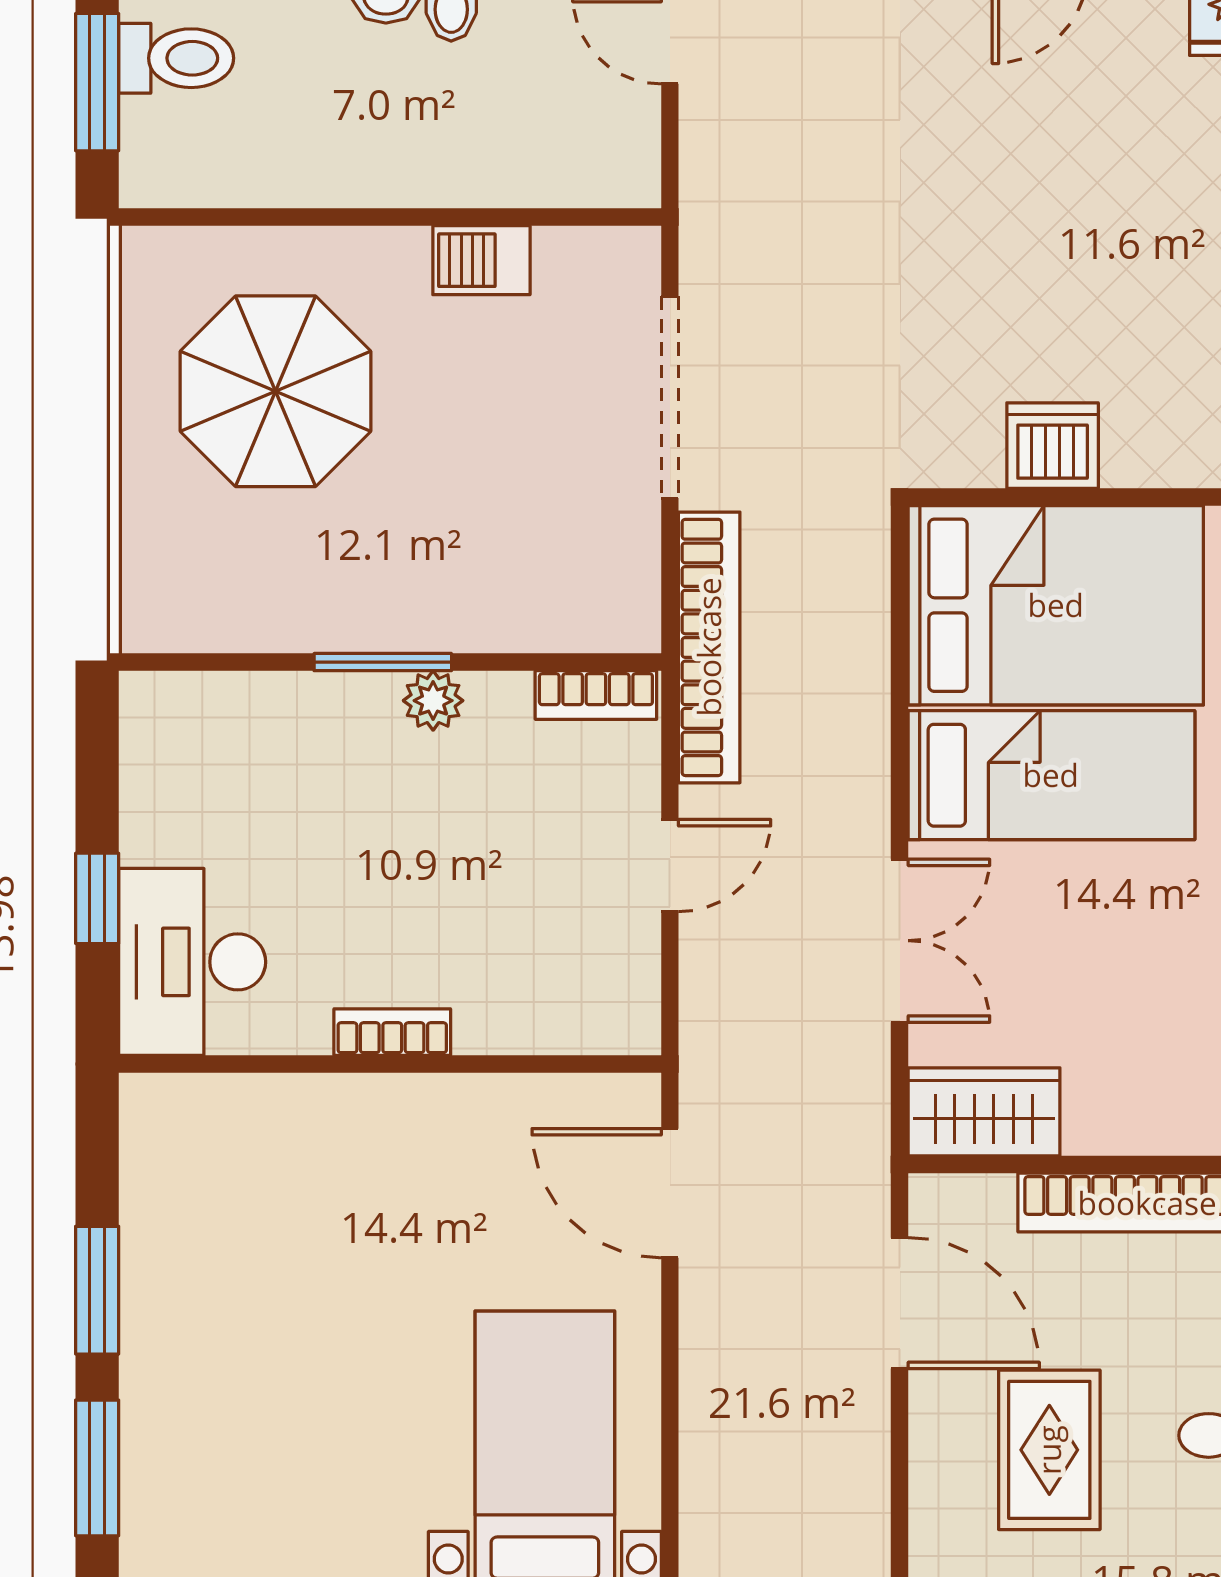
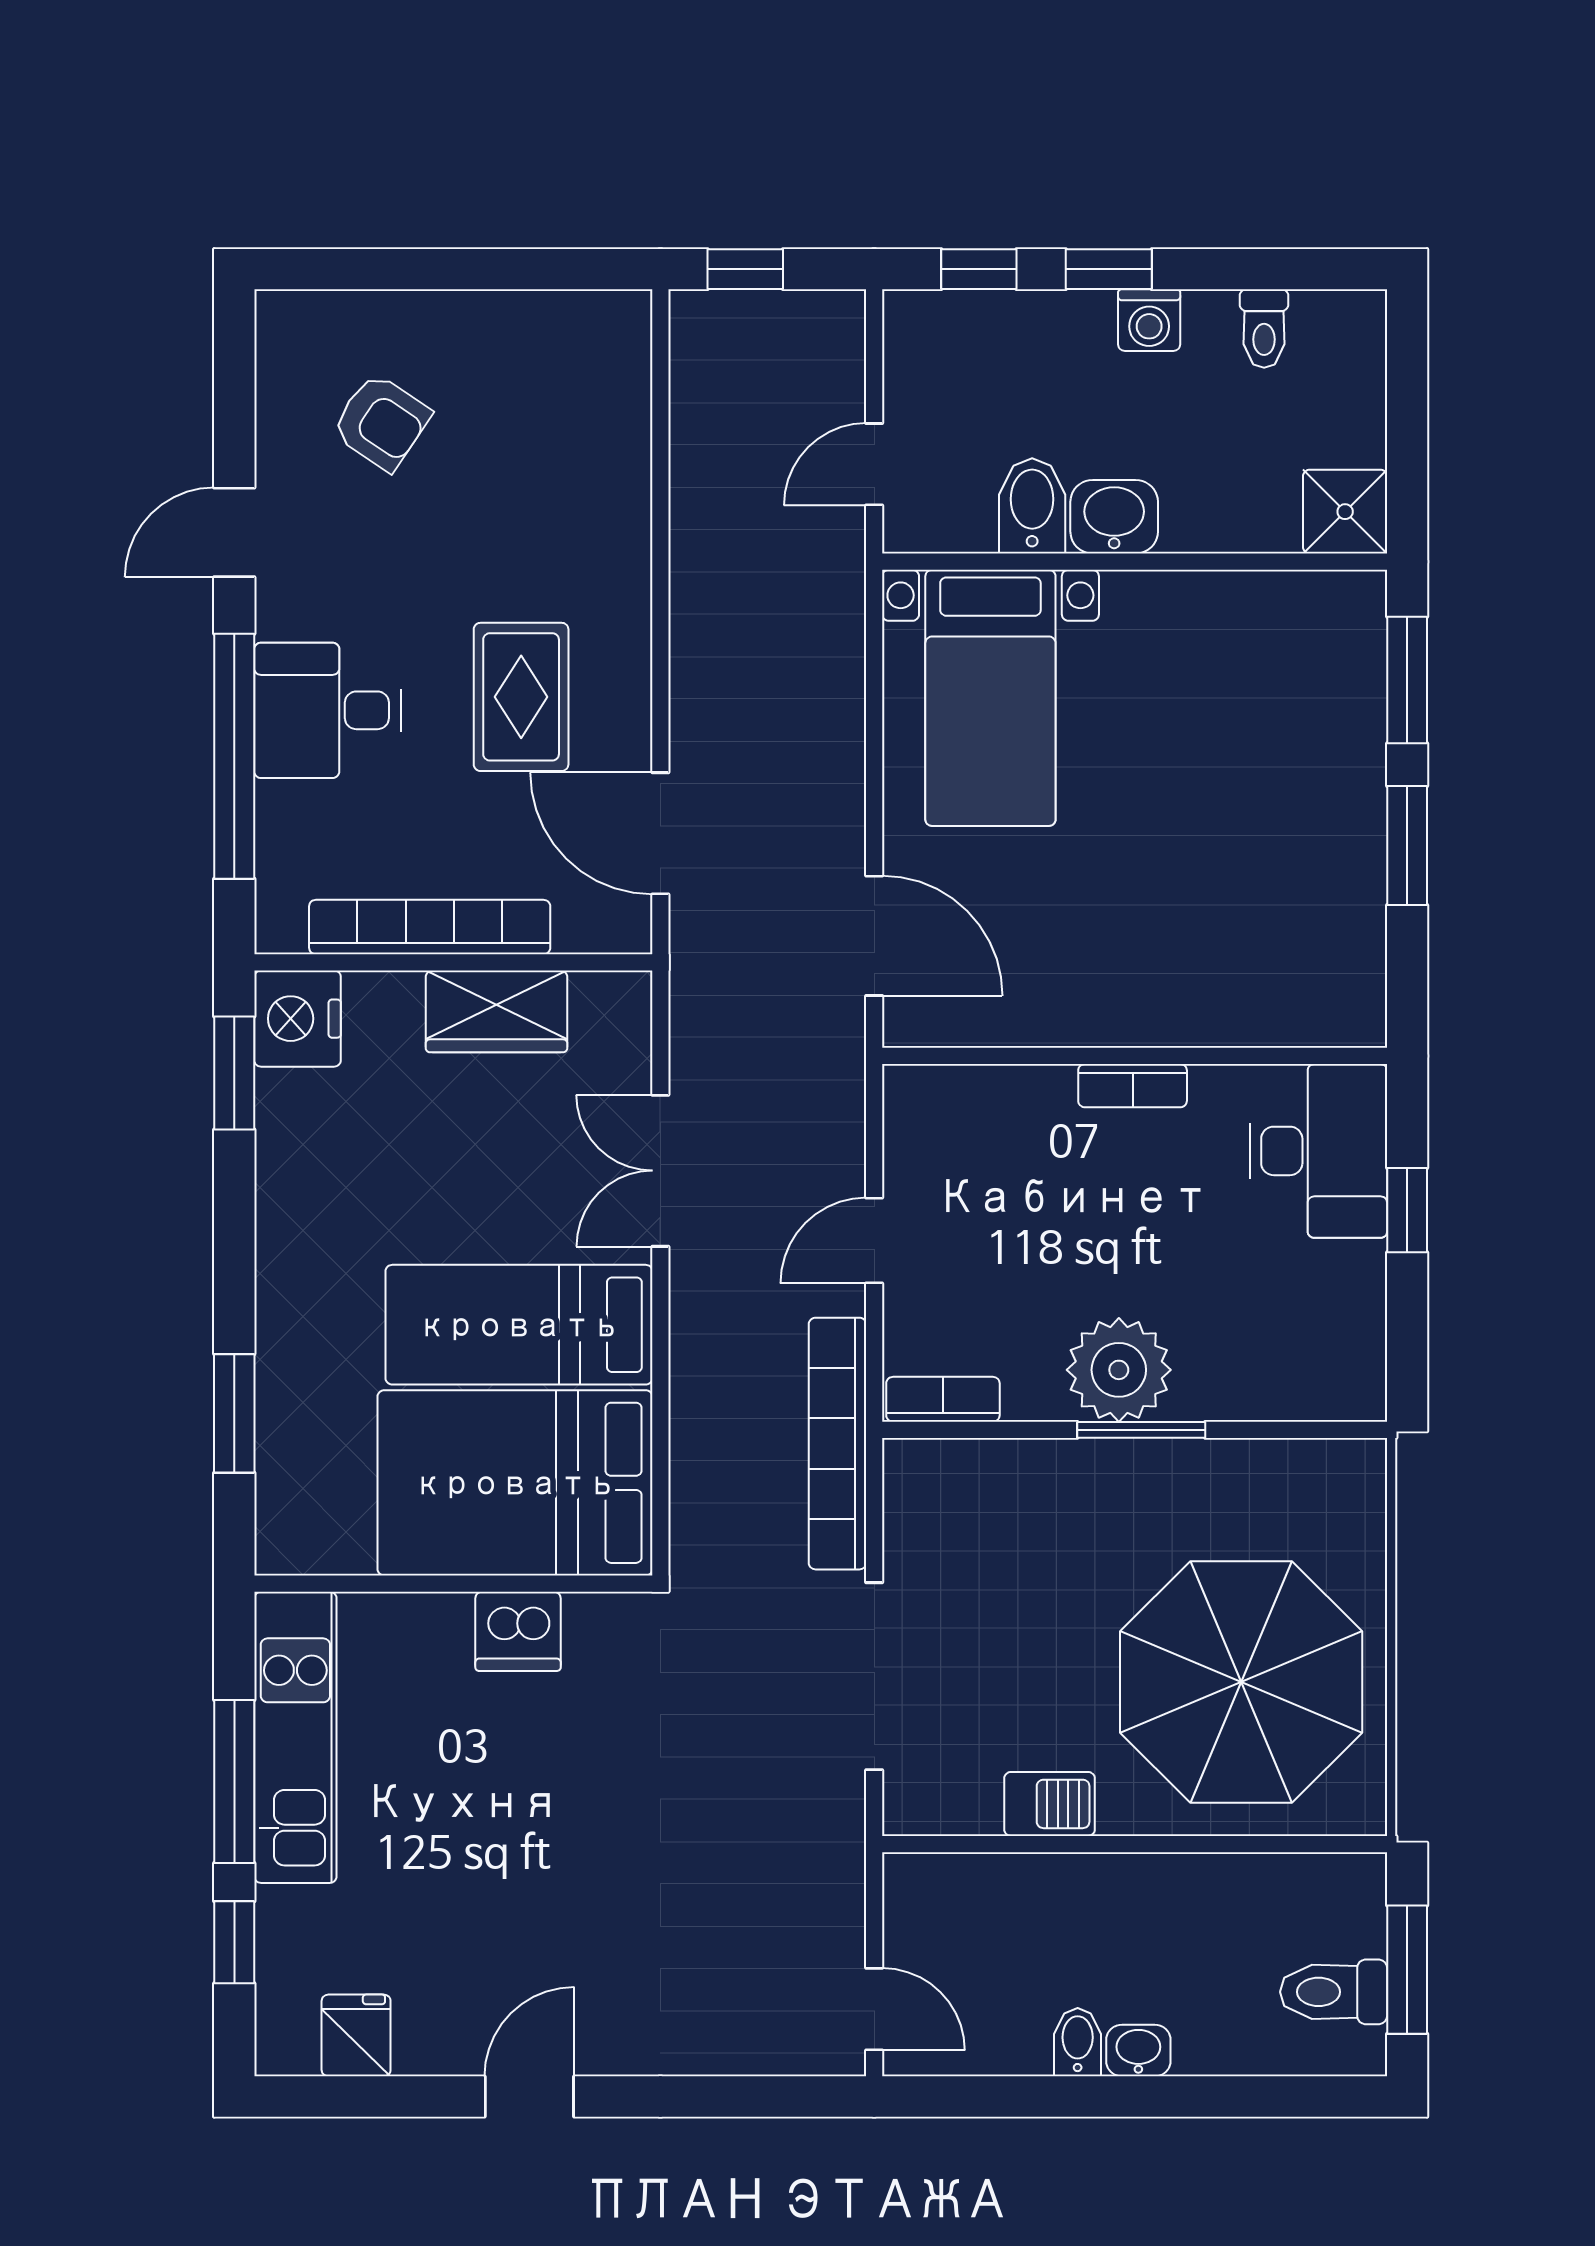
parasol: (276, 391) -> (1241, 1682), width x1.36, depth x1.36
plant: (433, 701) -> (1119, 1370), width x1.88, depth x1.88
wardrobe: (984, 1112) -> (497, 1011), moved

